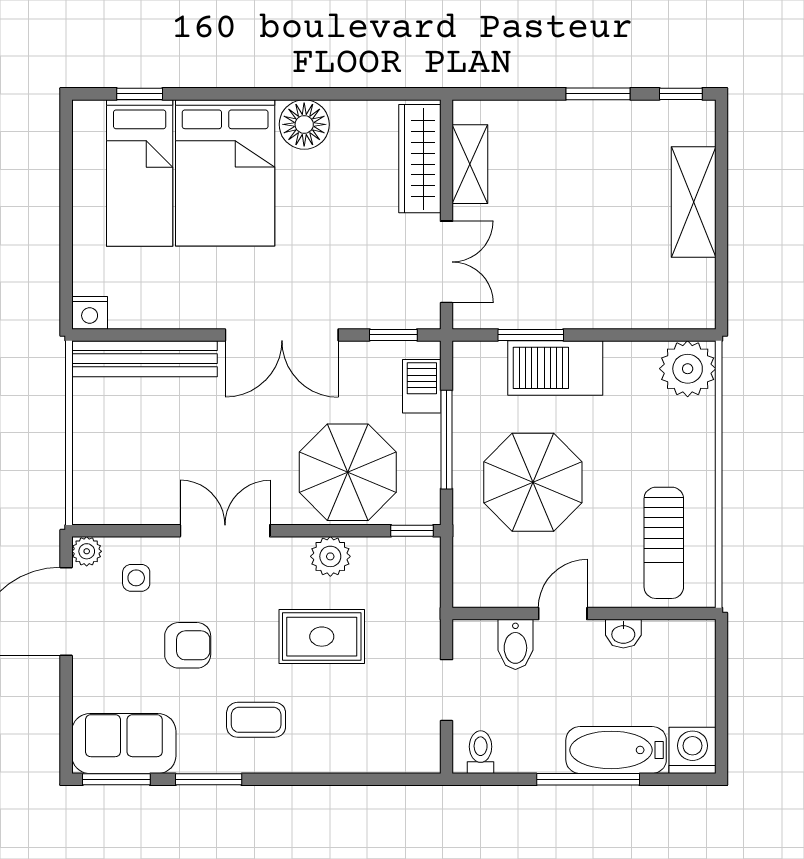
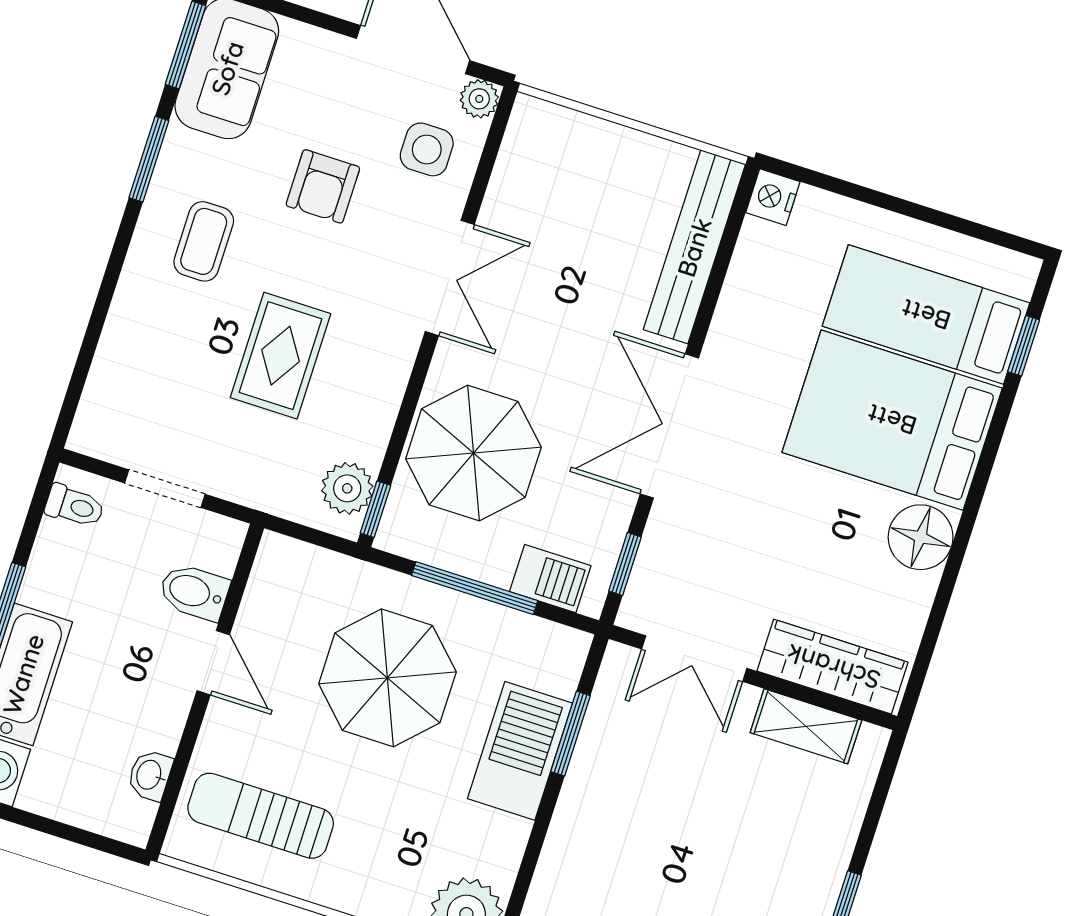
plant: (330, 556) -> (347, 488), moved
side table: (136, 578) -> (427, 149), width x1.37, depth x1.37
washbasin: (623, 634) -> (150, 775), moved

